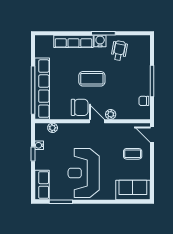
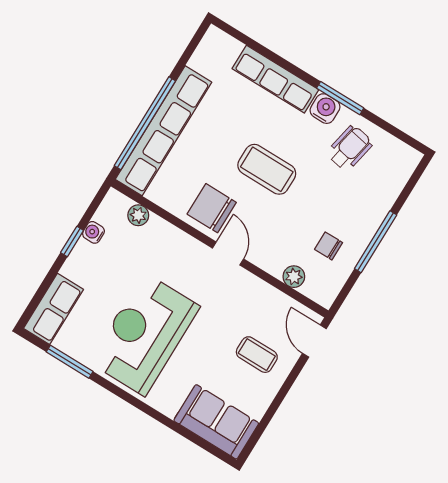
chair: (144, 101) -> (329, 246), moved
chair: (80, 107) -> (212, 208), turned 180
plant: (111, 114) -> (294, 277), moved

